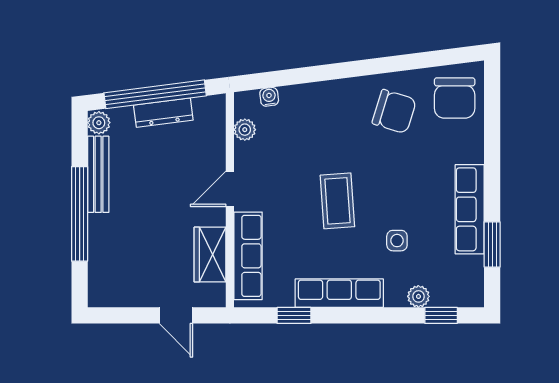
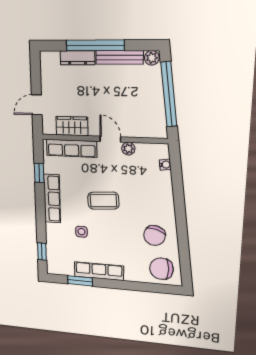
dresser: (163, 113) -> (77, 58), moved, turned -83
plant: (245, 130) -> (128, 149), moved
plant: (418, 296) -> (52, 241), removed

